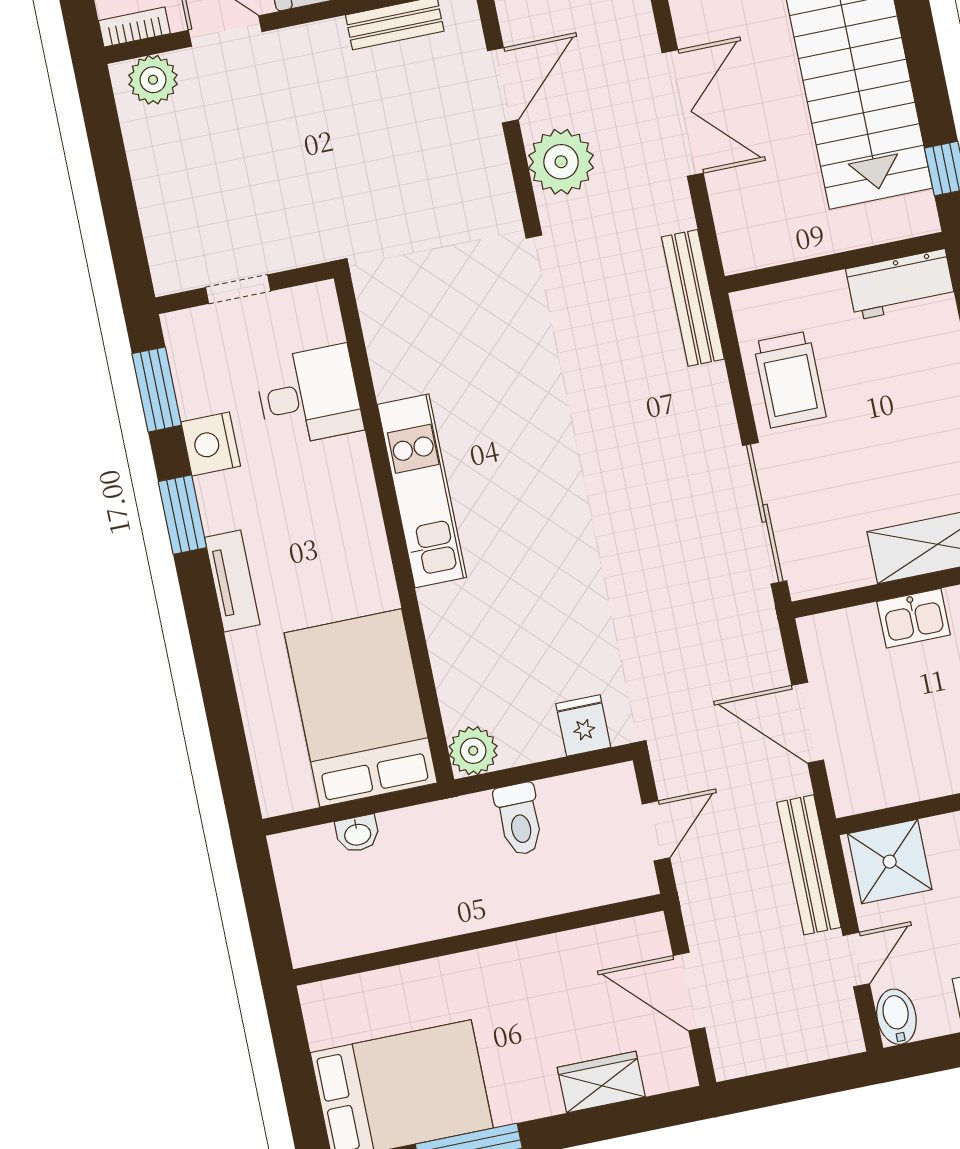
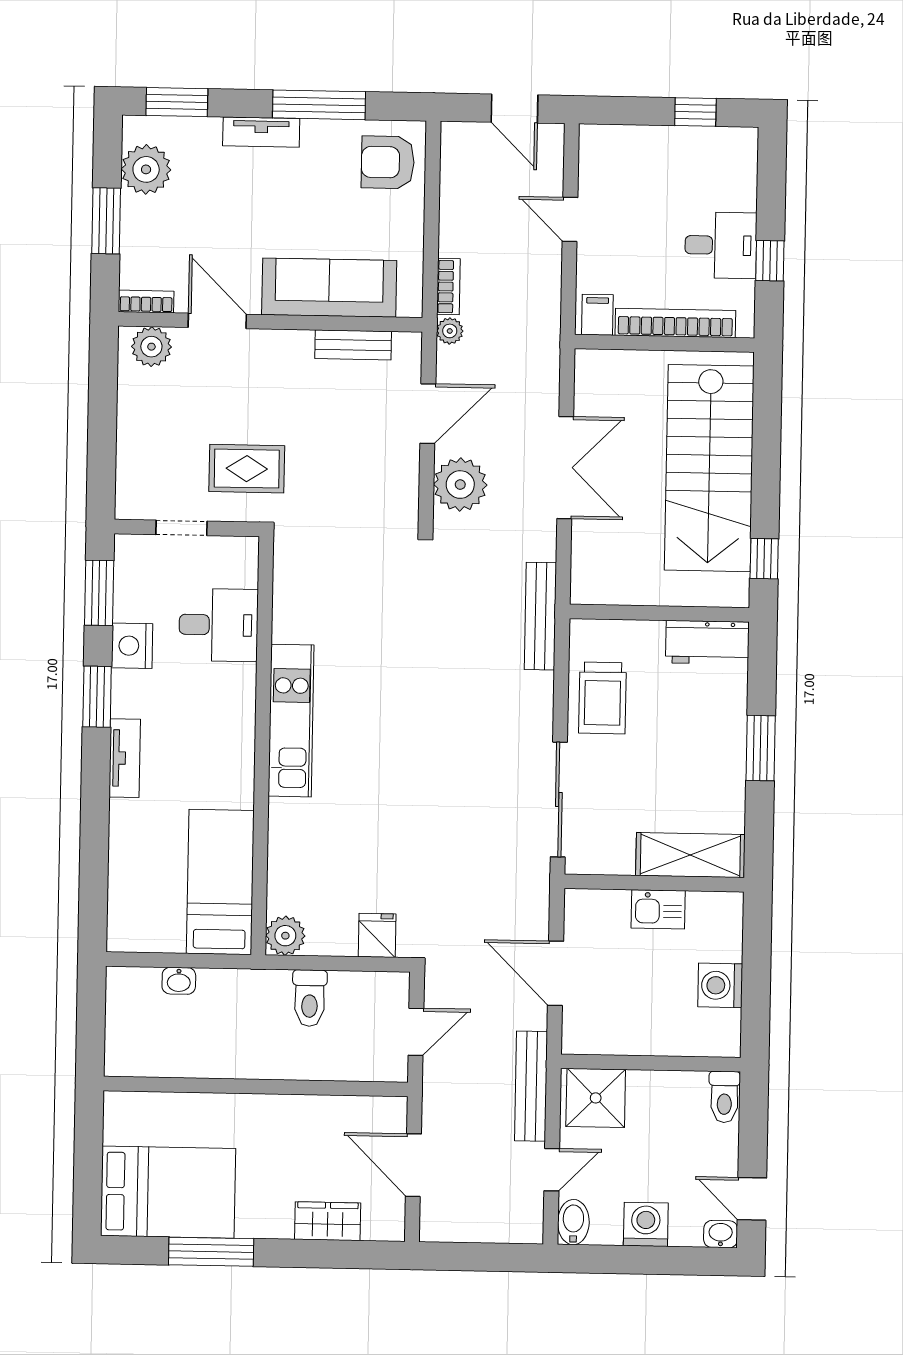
rug: (300, 200) -> (247, 469), added
bed: (361, 708) -> (220, 882), width x0.67

